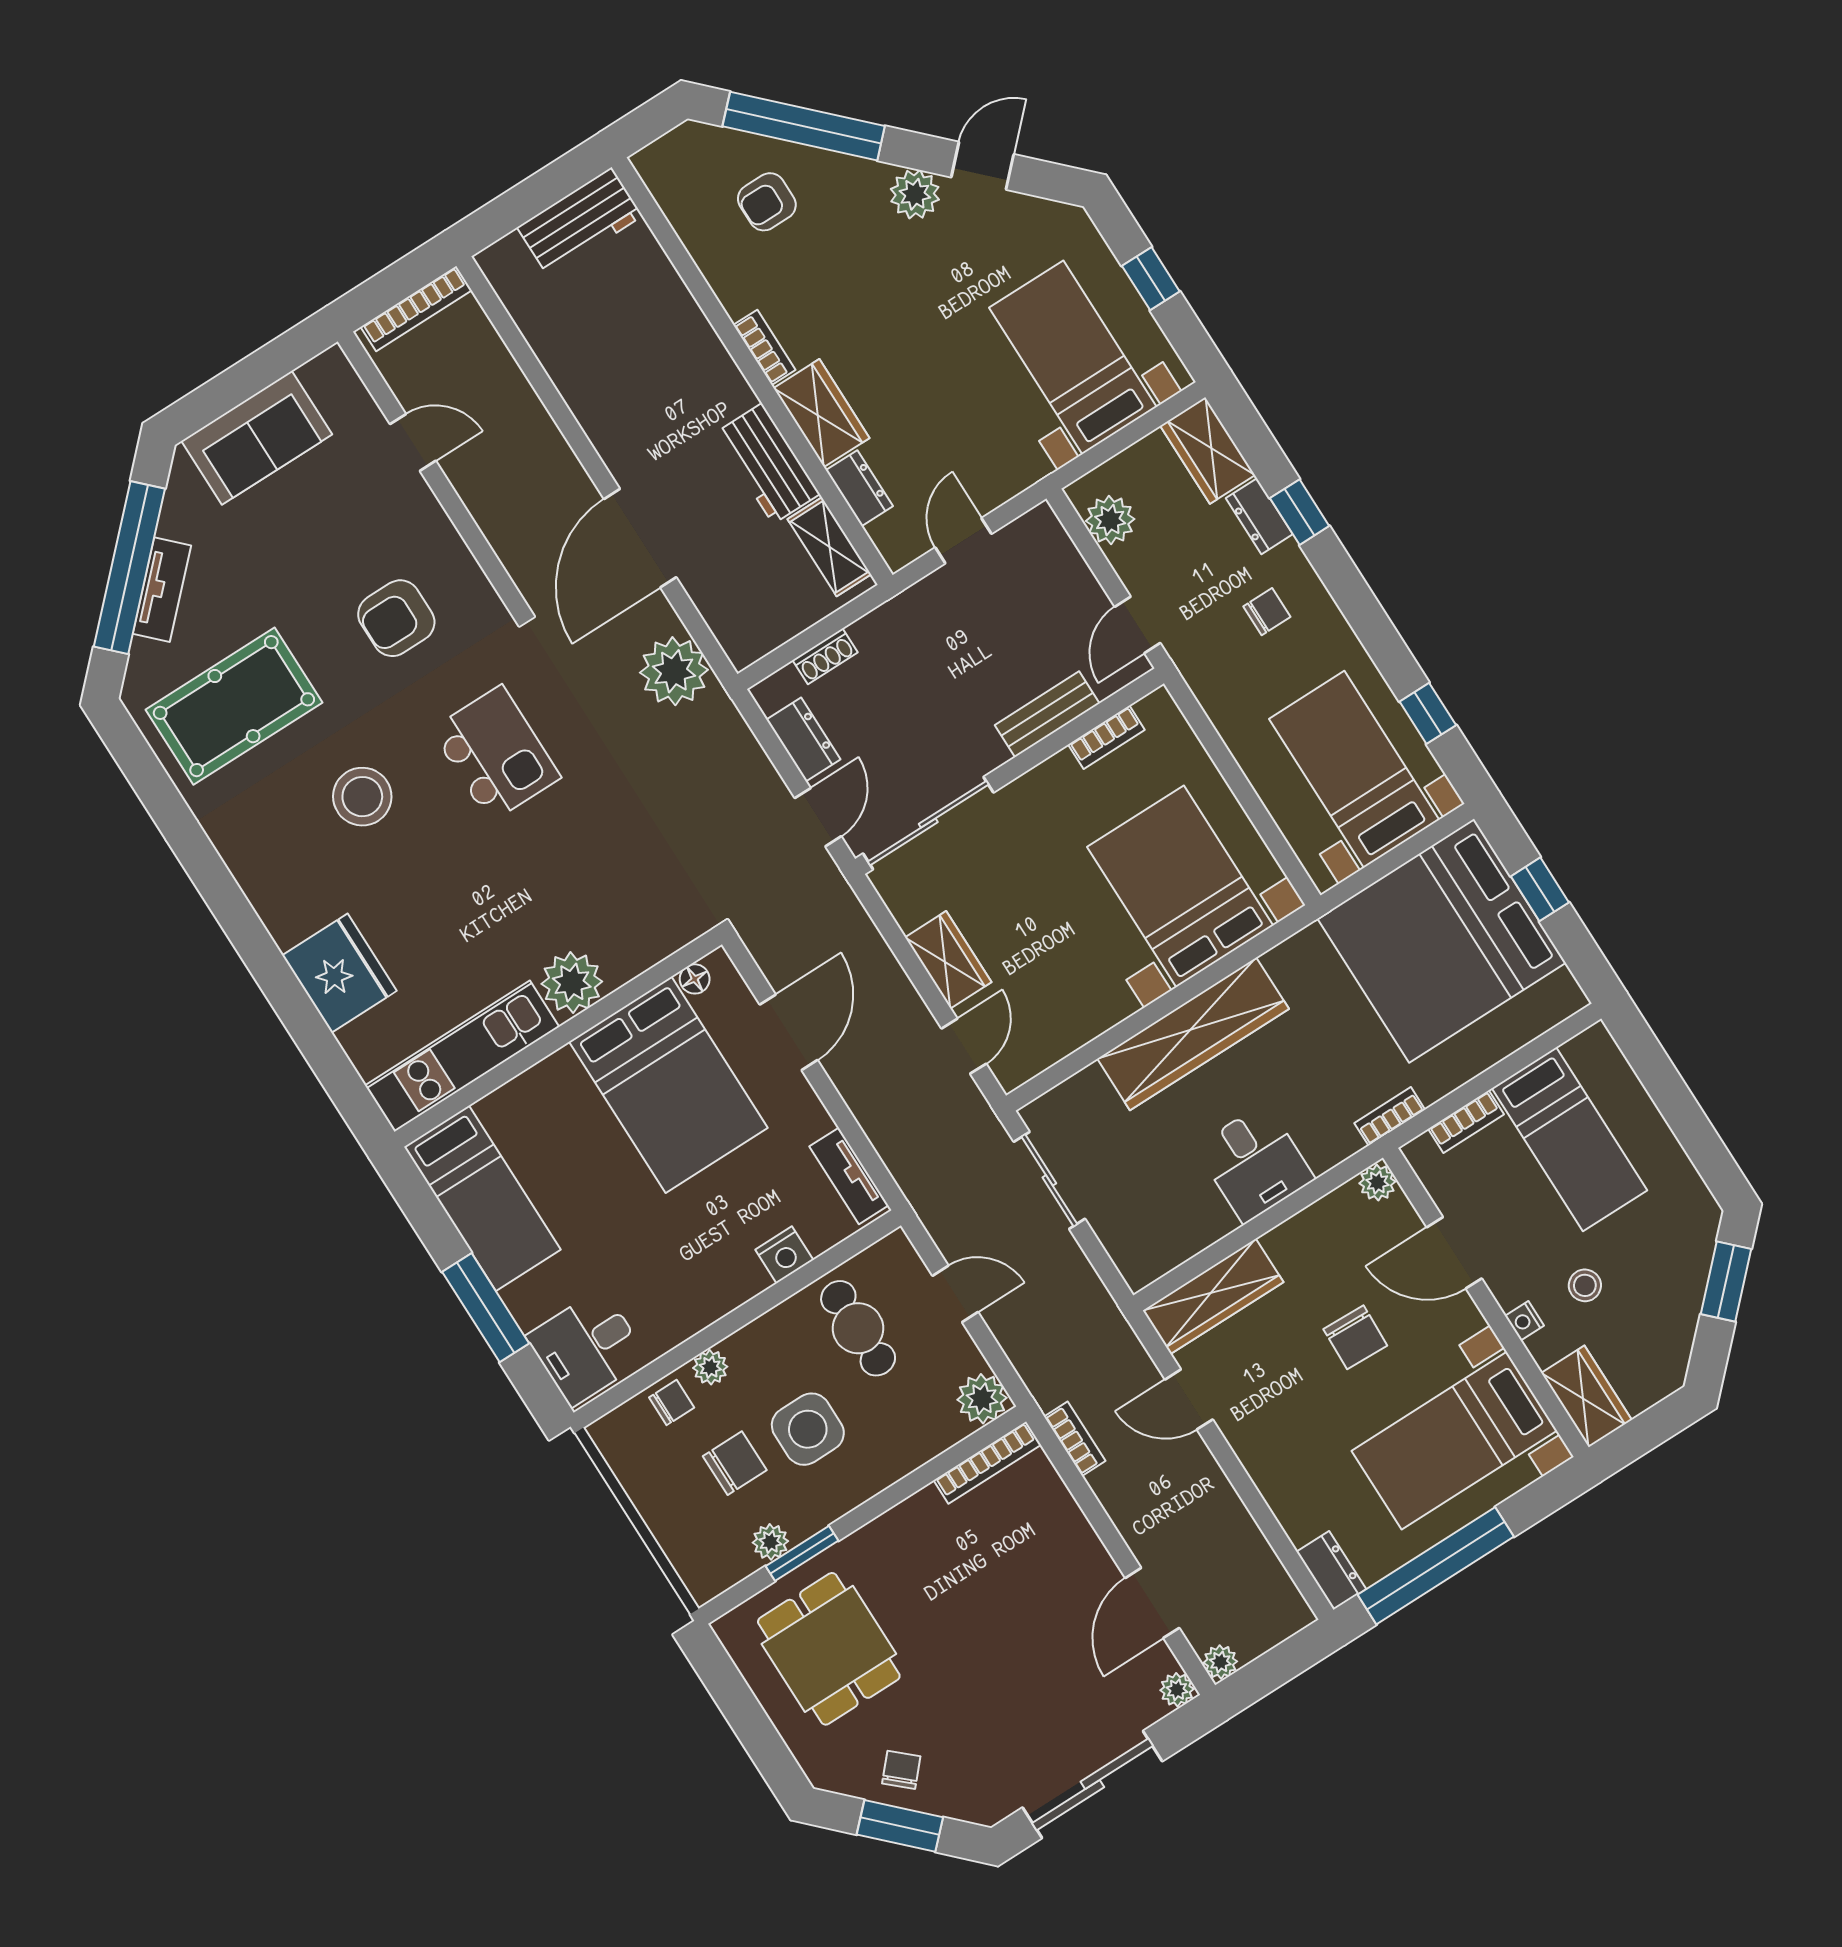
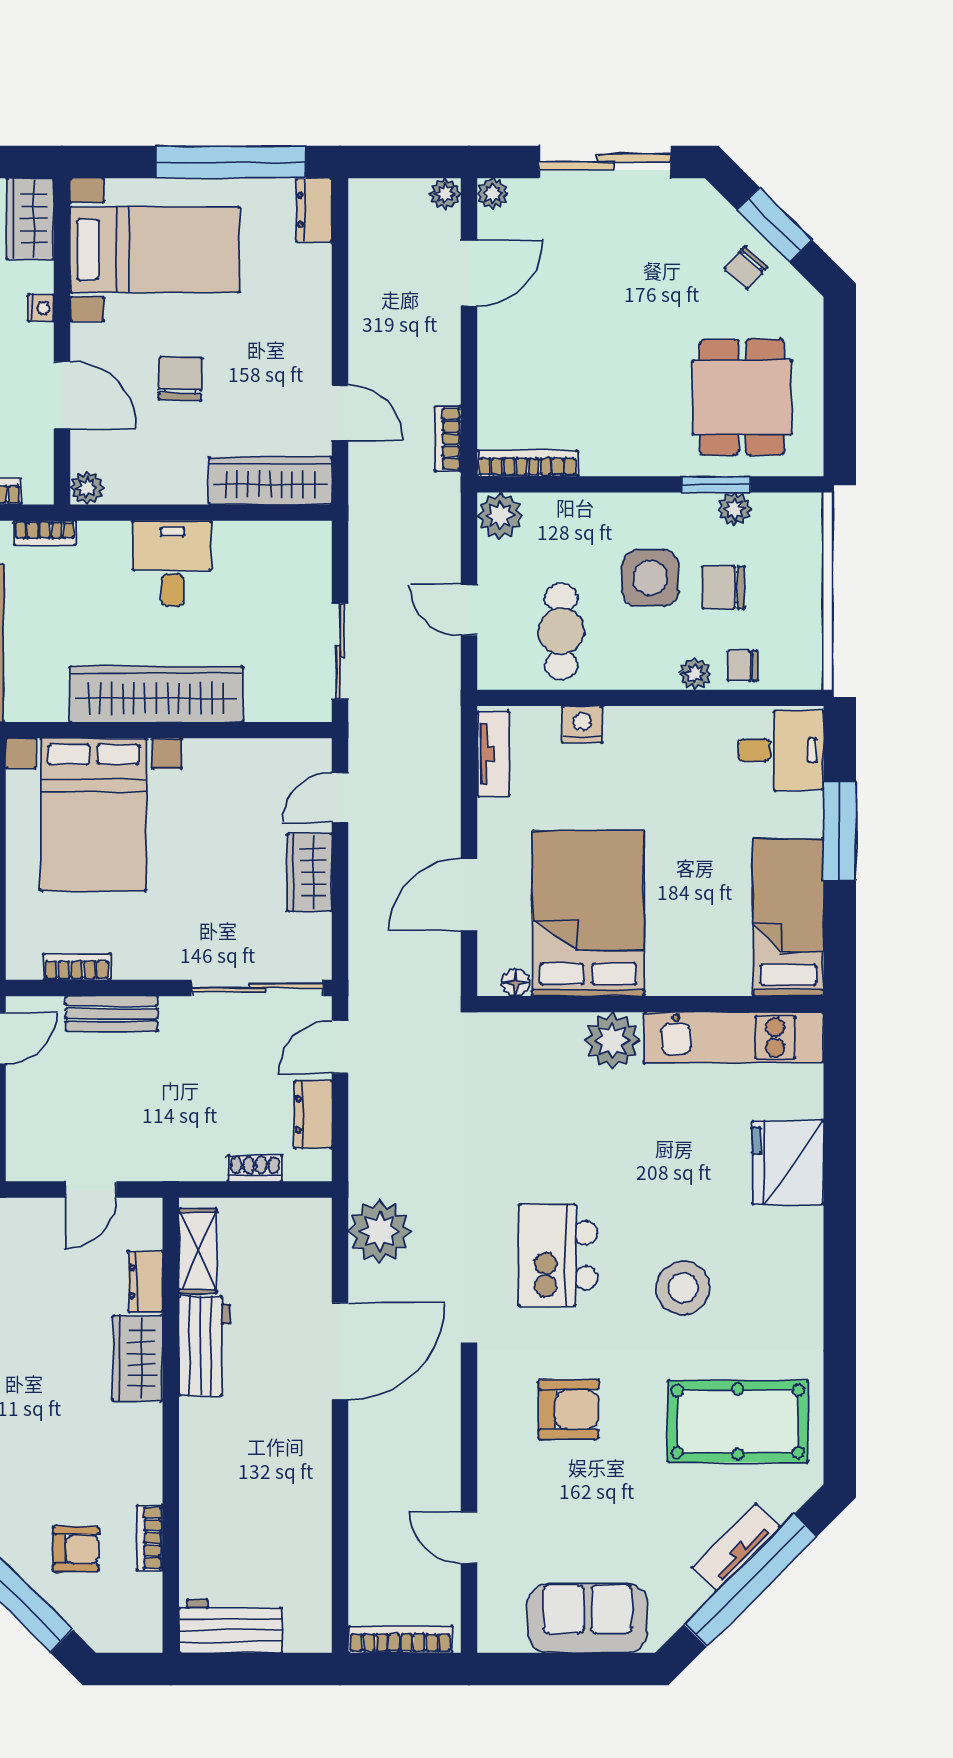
bookcase: (764, 347) -> (150, 1538), moved

